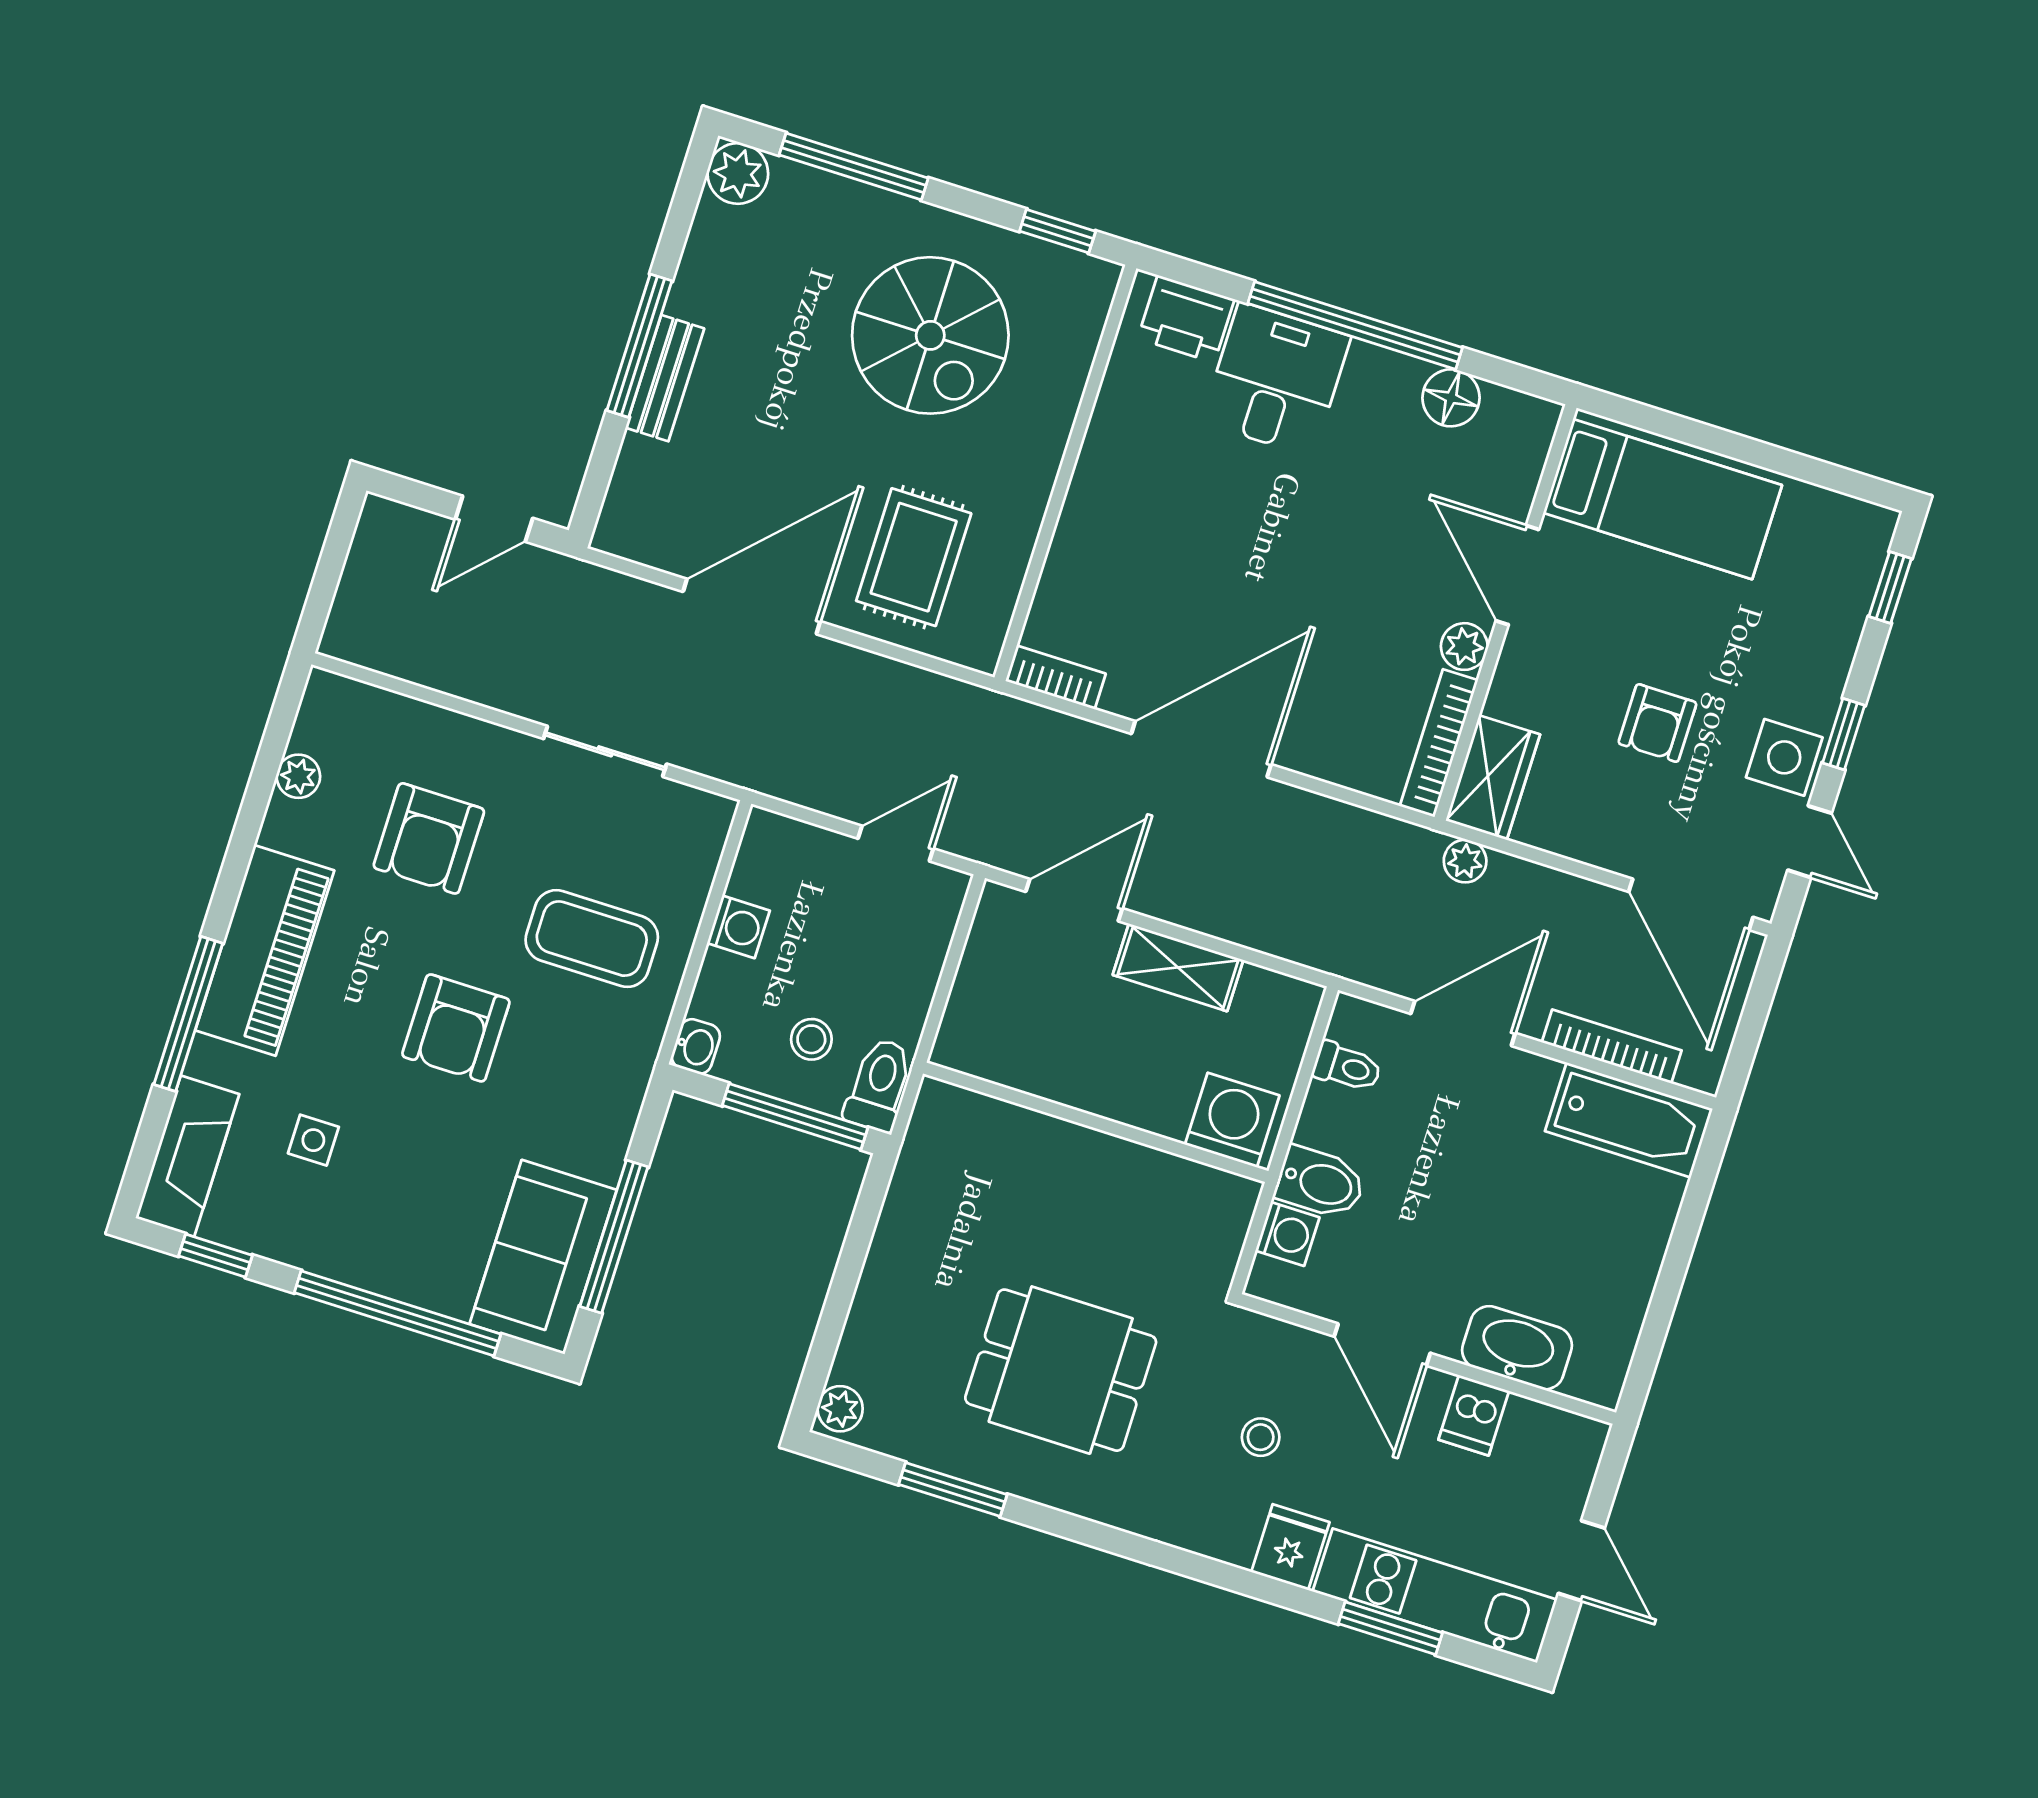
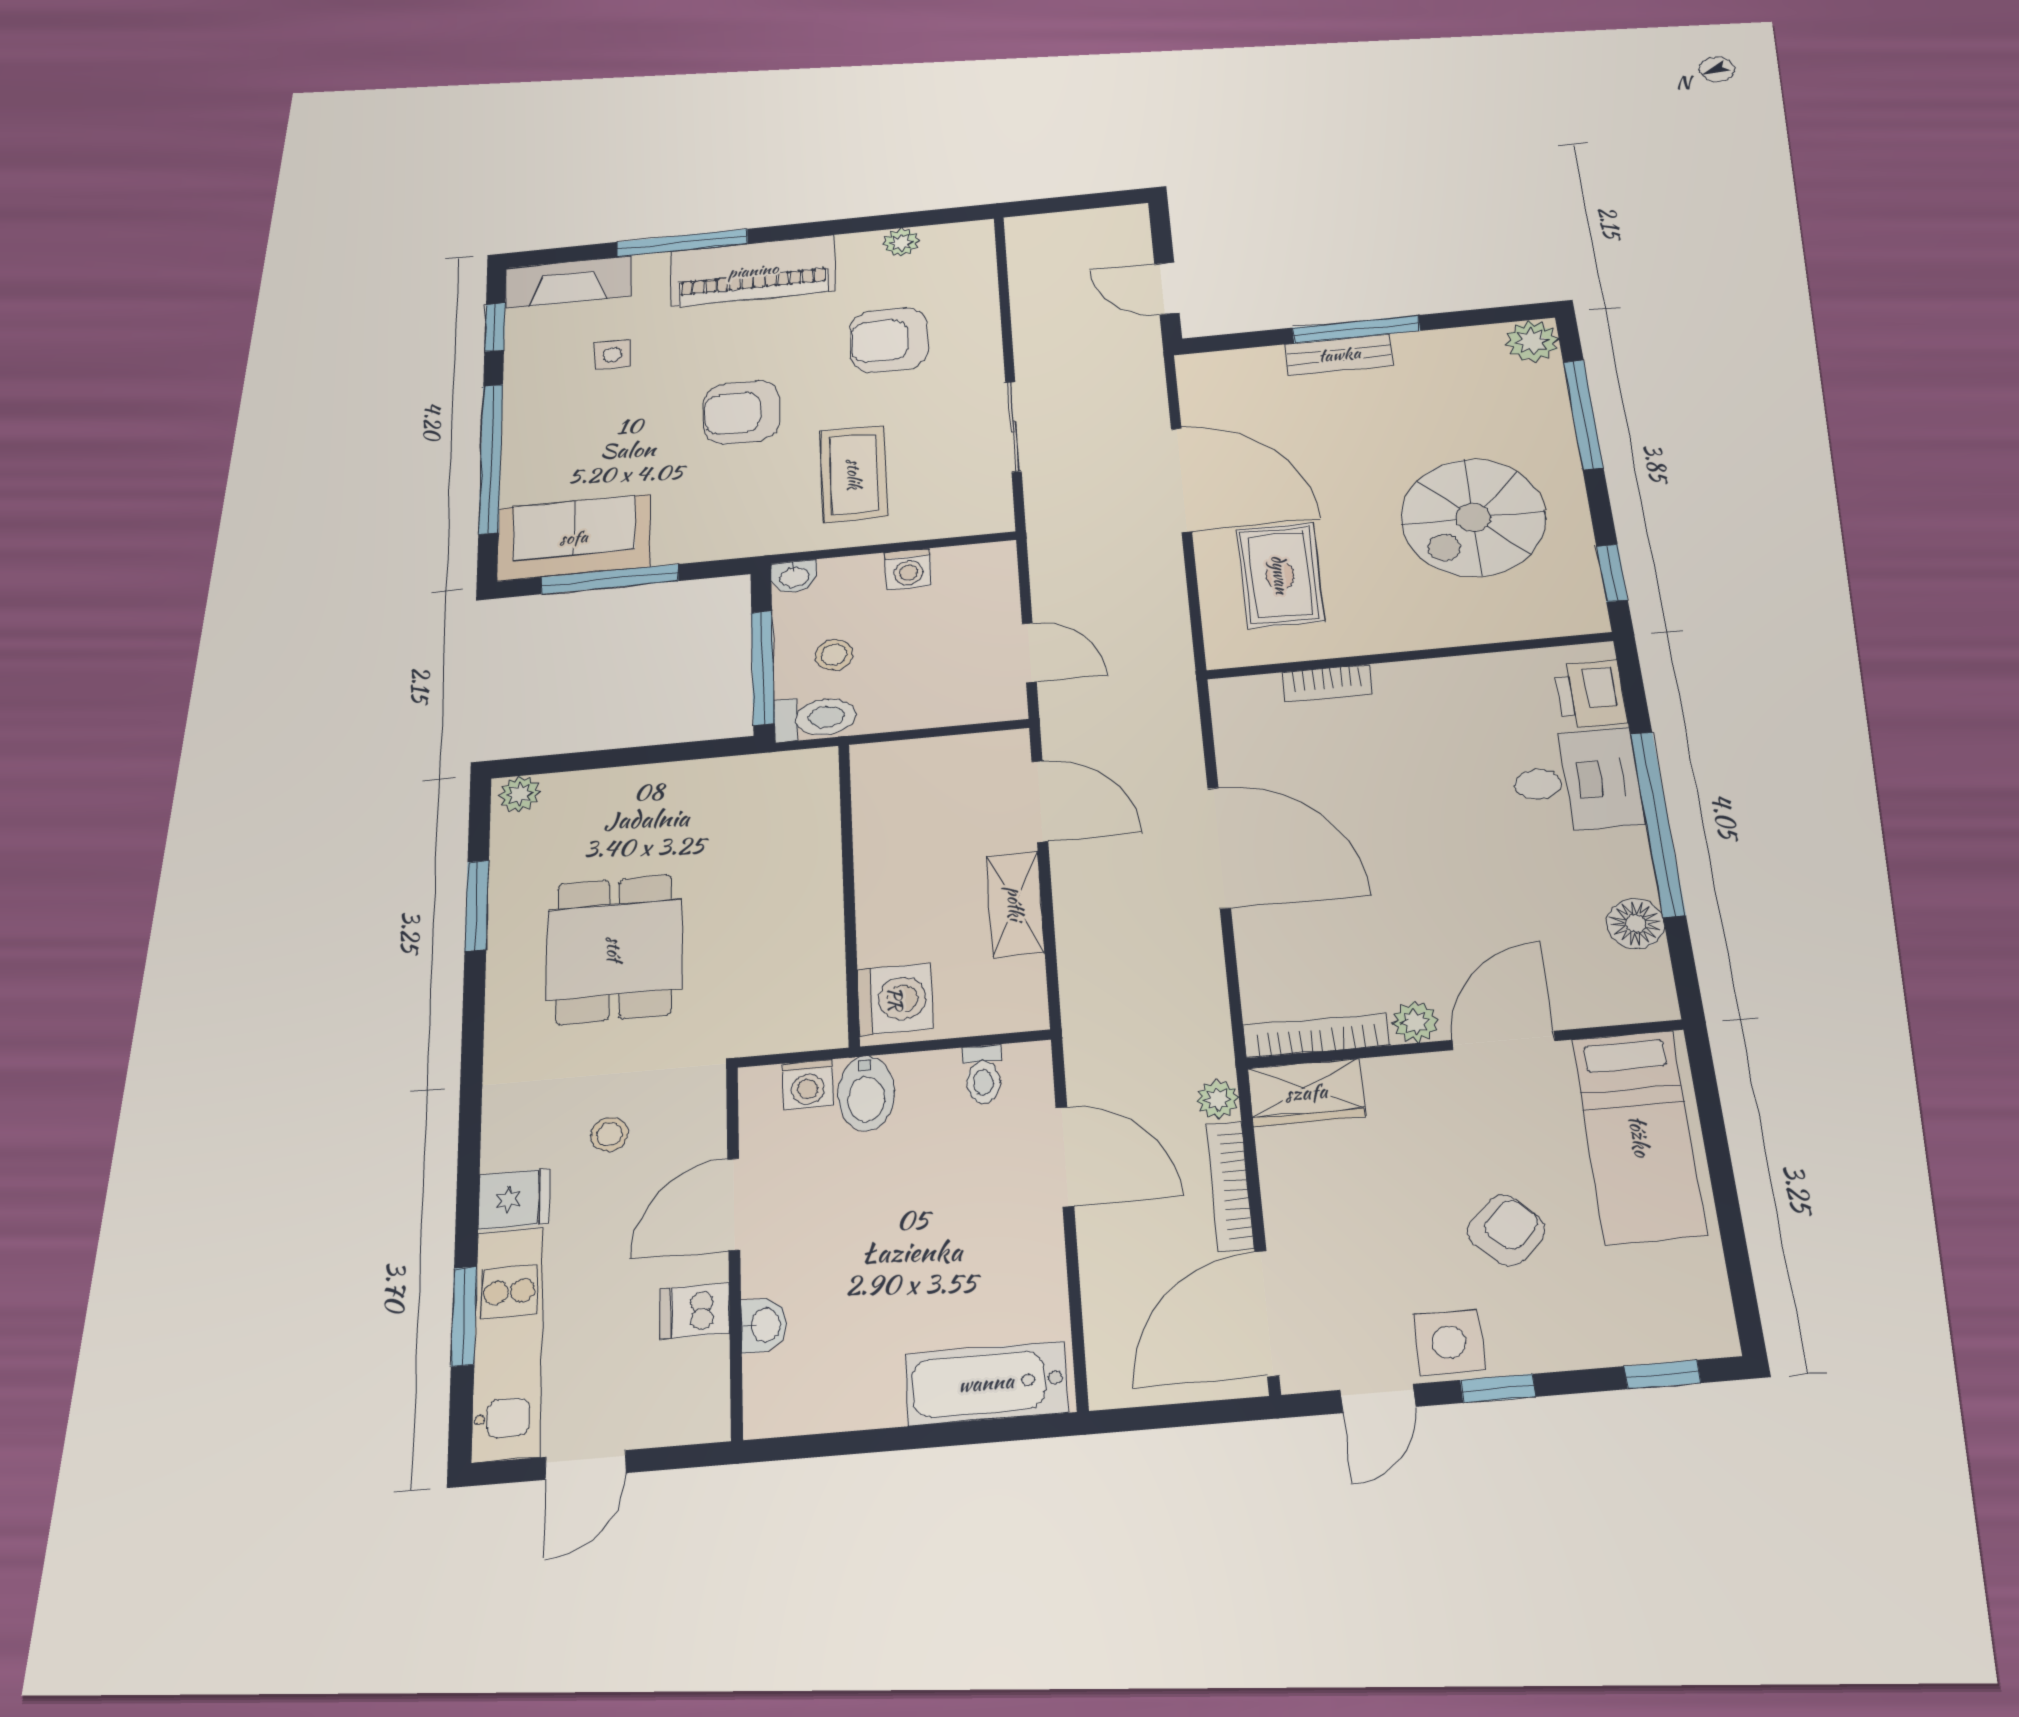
rug: (914, 557) -> (1280, 575), turned 90
bookcase: (1056, 677) -> (1328, 683), moved, turned 90
armchair: (1657, 723) -> (1506, 1230), moved, turned 135
bookcase: (1612, 1046) -> (1230, 1186), moved, turned 180
bathtub: (1629, 1120) -> (986, 1383), moved, turned 90
washbasin: (1517, 1348) -> (764, 1325), width x0.52, depth x0.69

